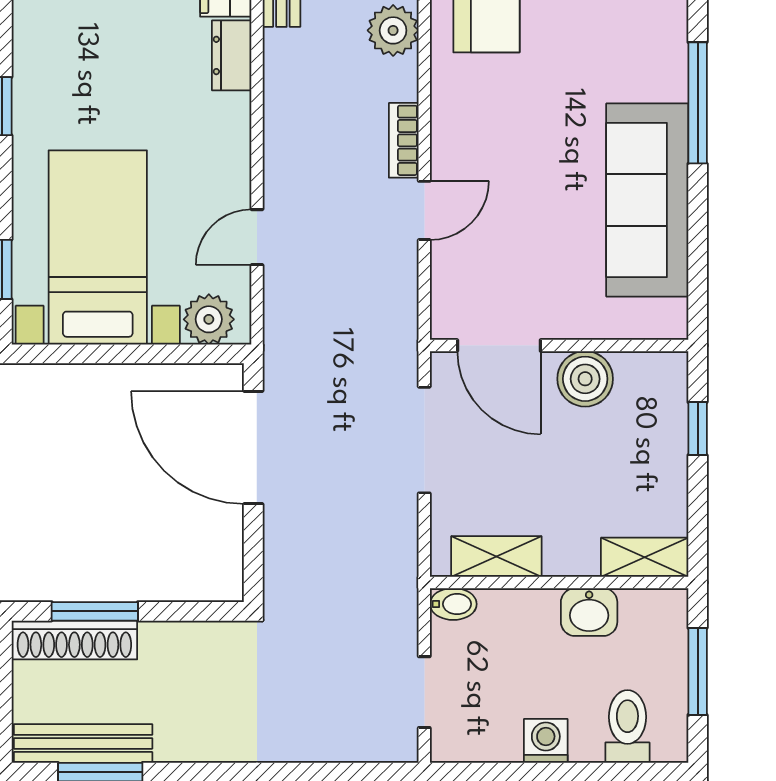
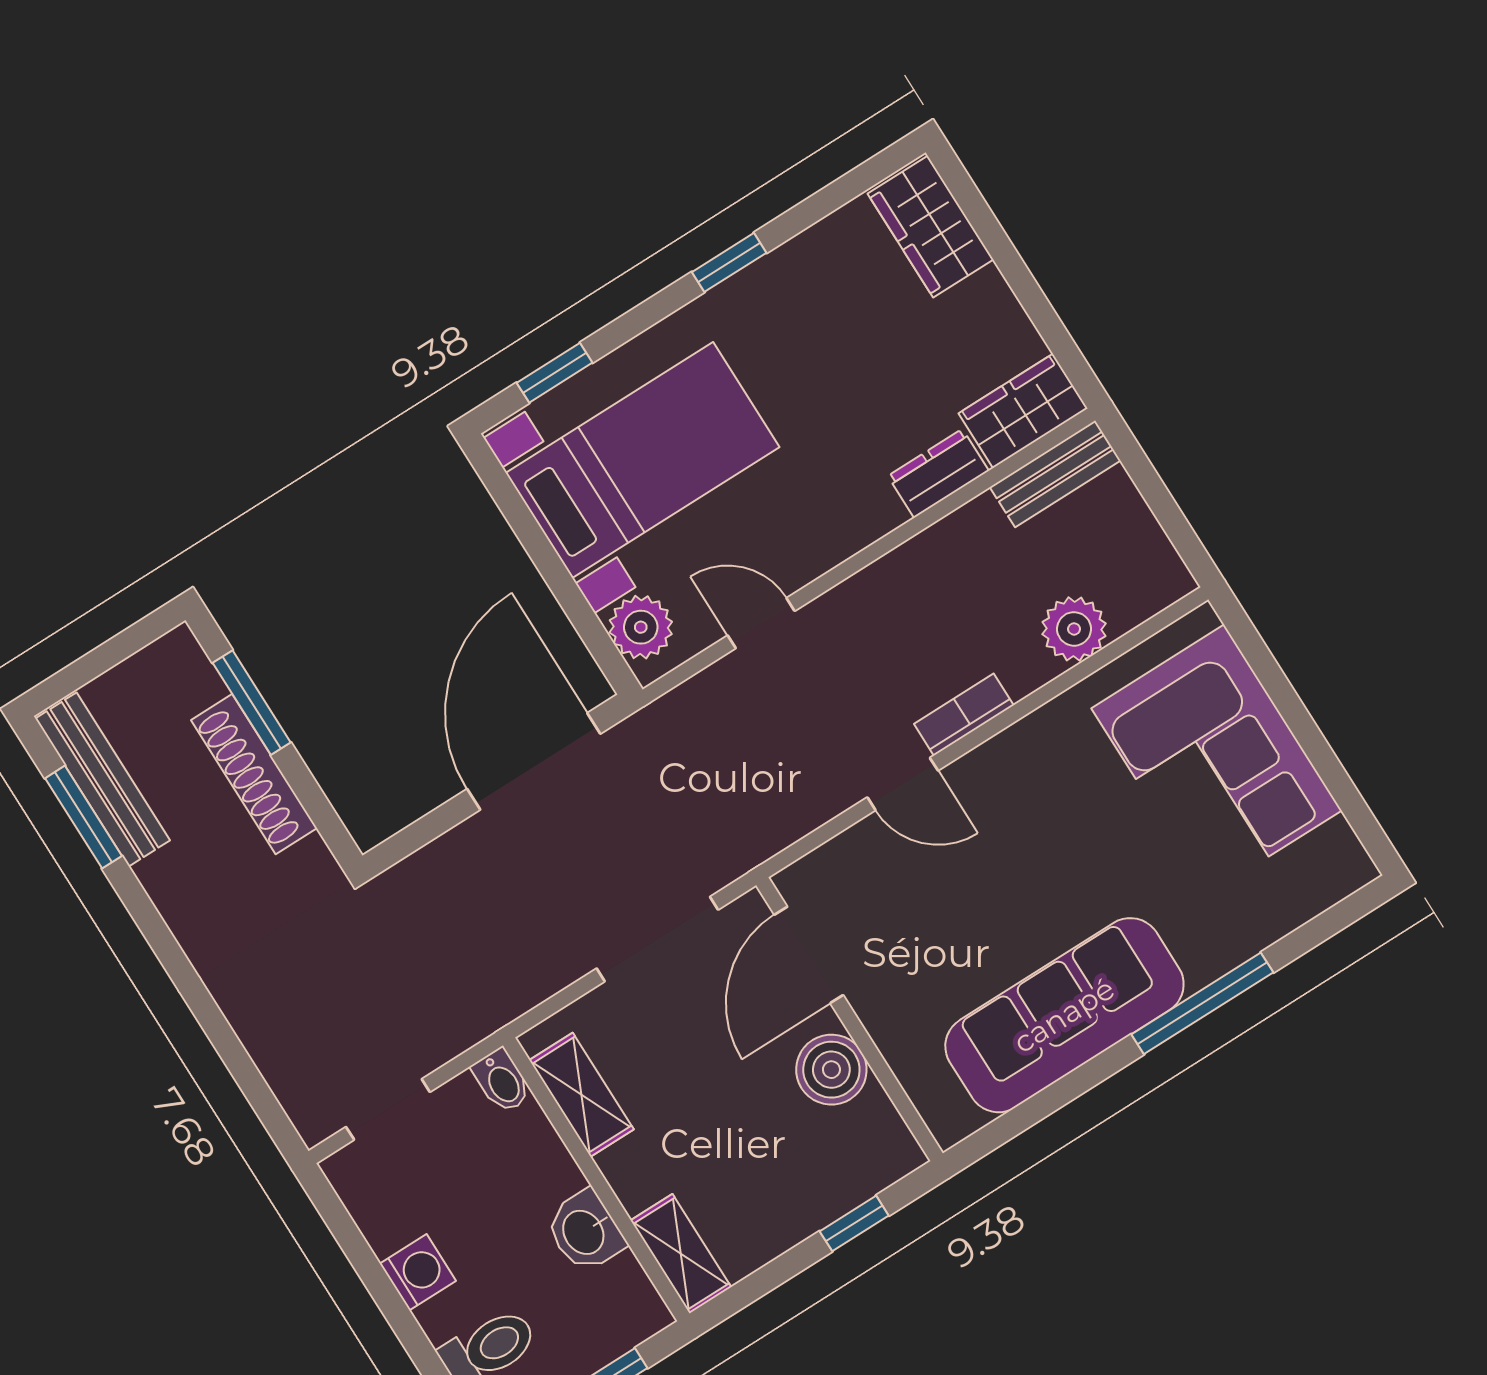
shoe rack: (74, 640) -> (254, 774), moved

